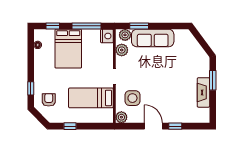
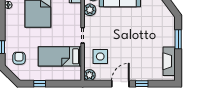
fireplace: (203, 92) -> (169, 61), moved
door: (153, 126) -> (120, 84), hinge flipped

